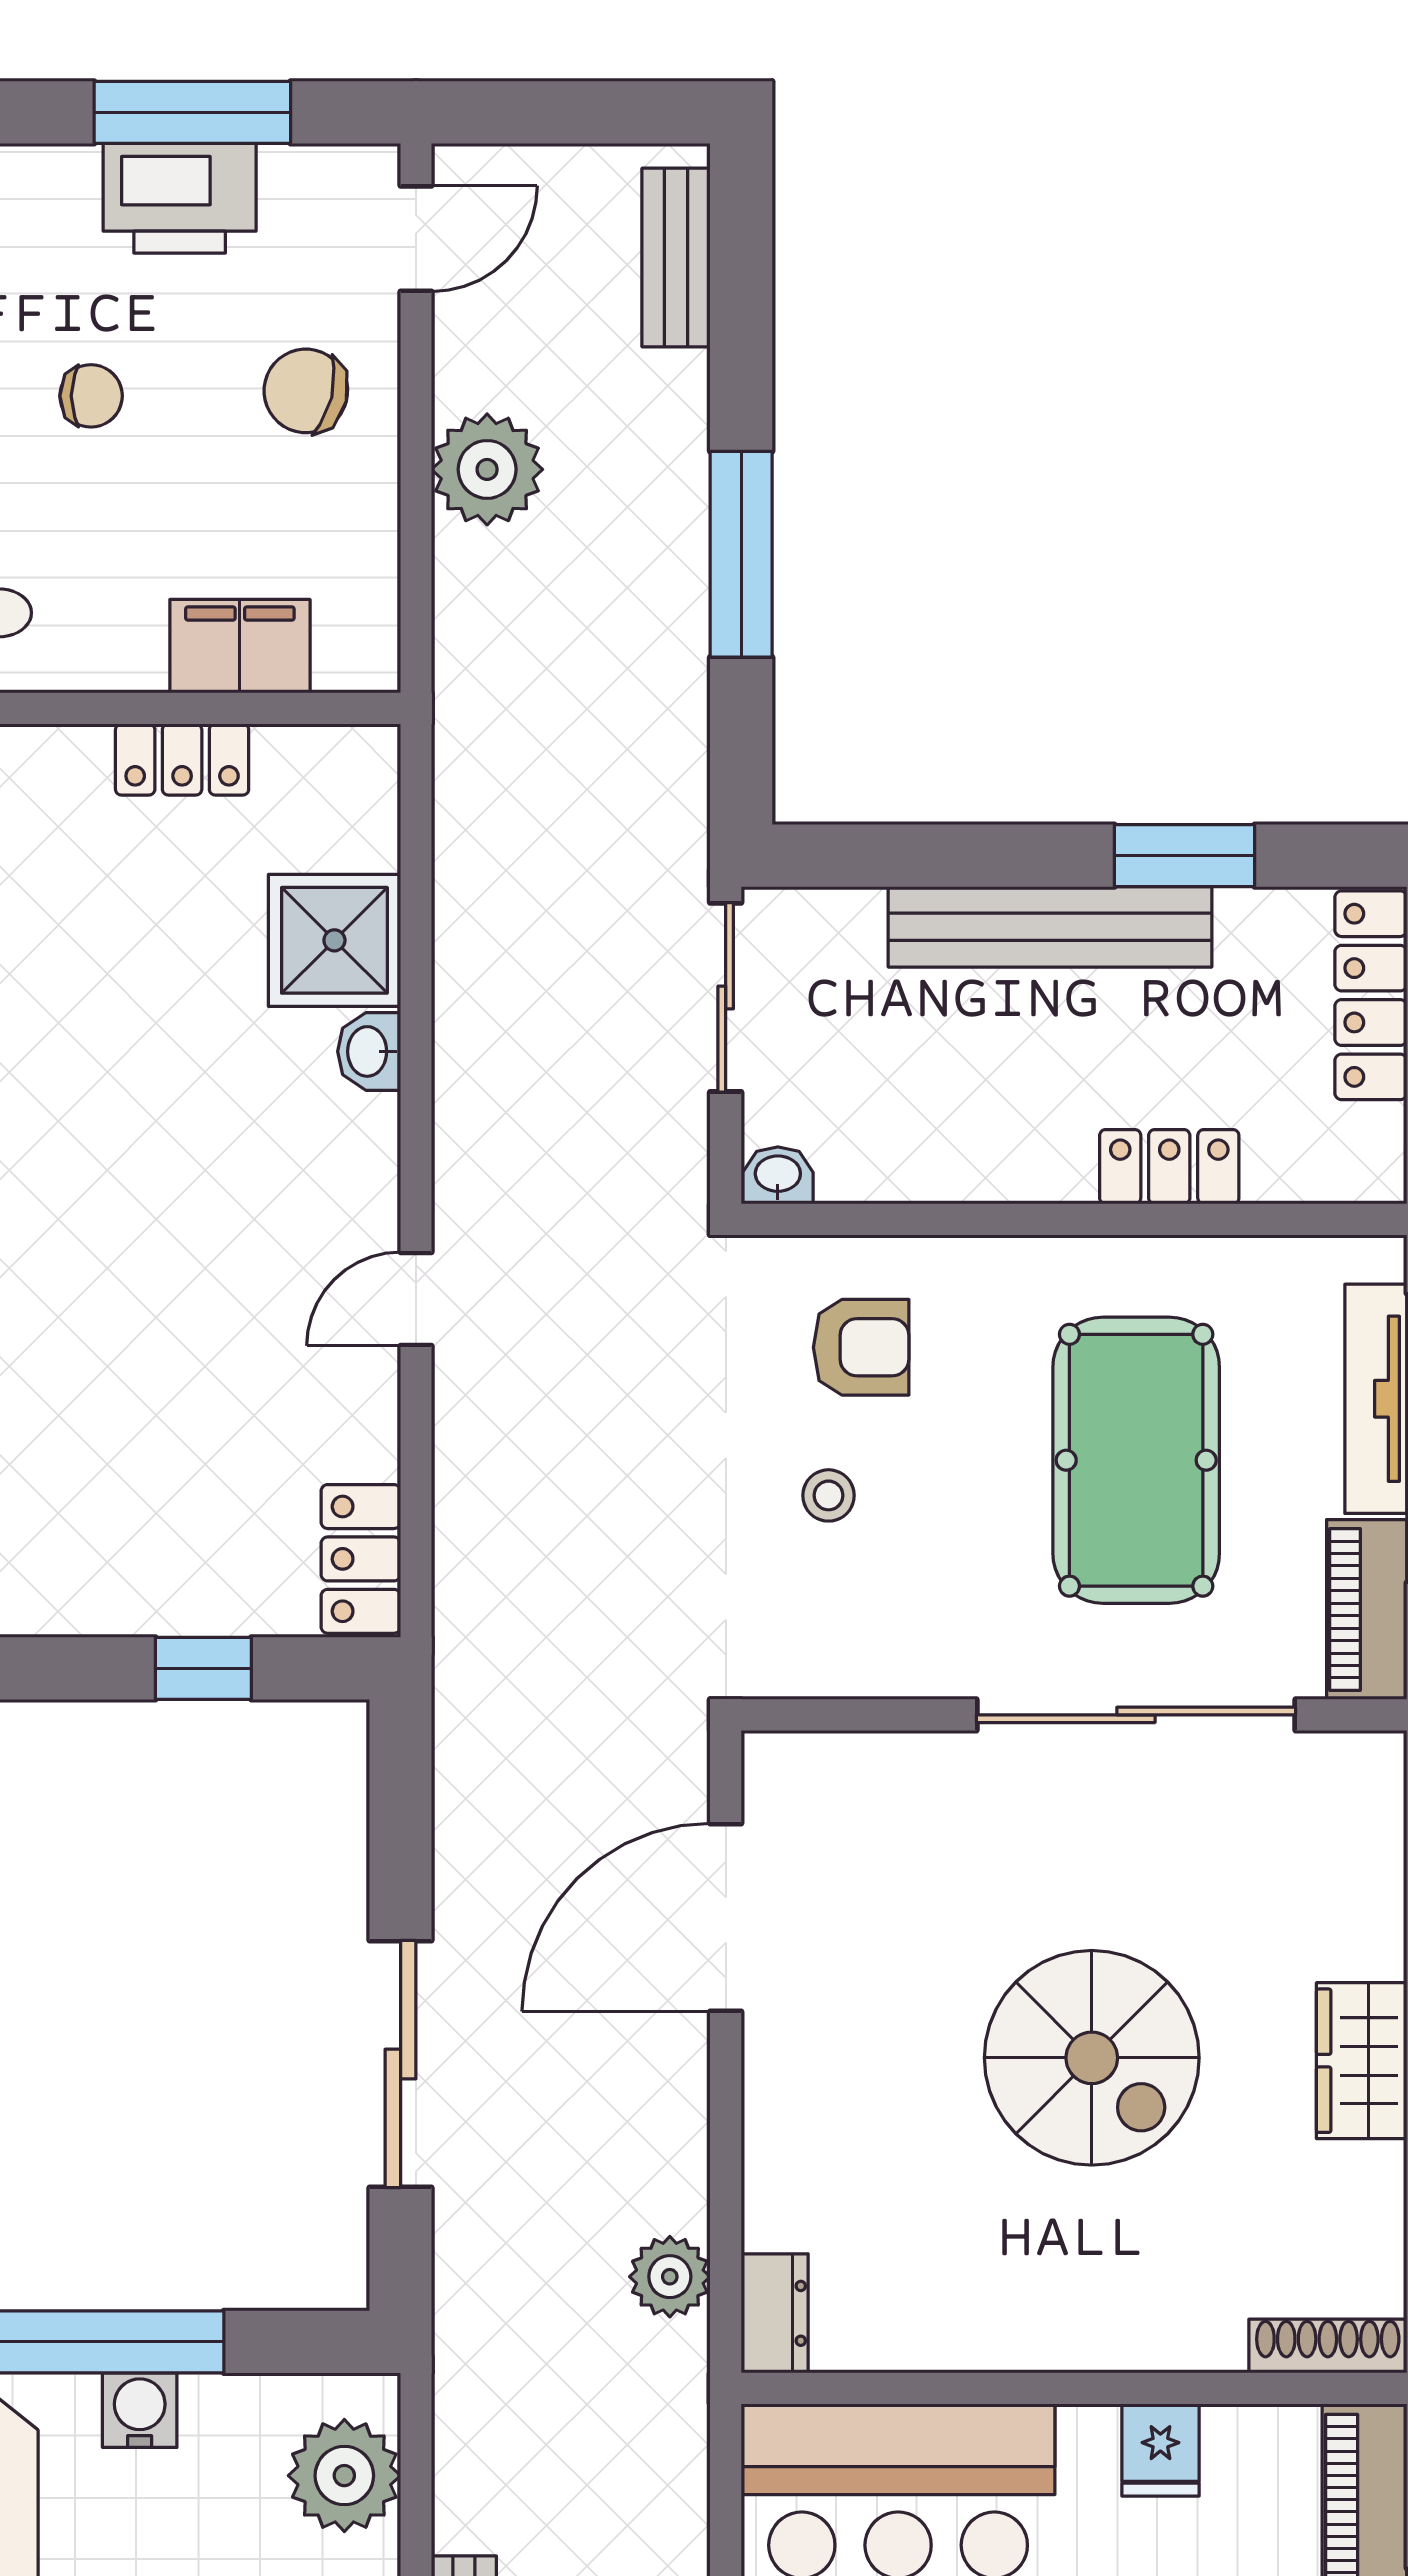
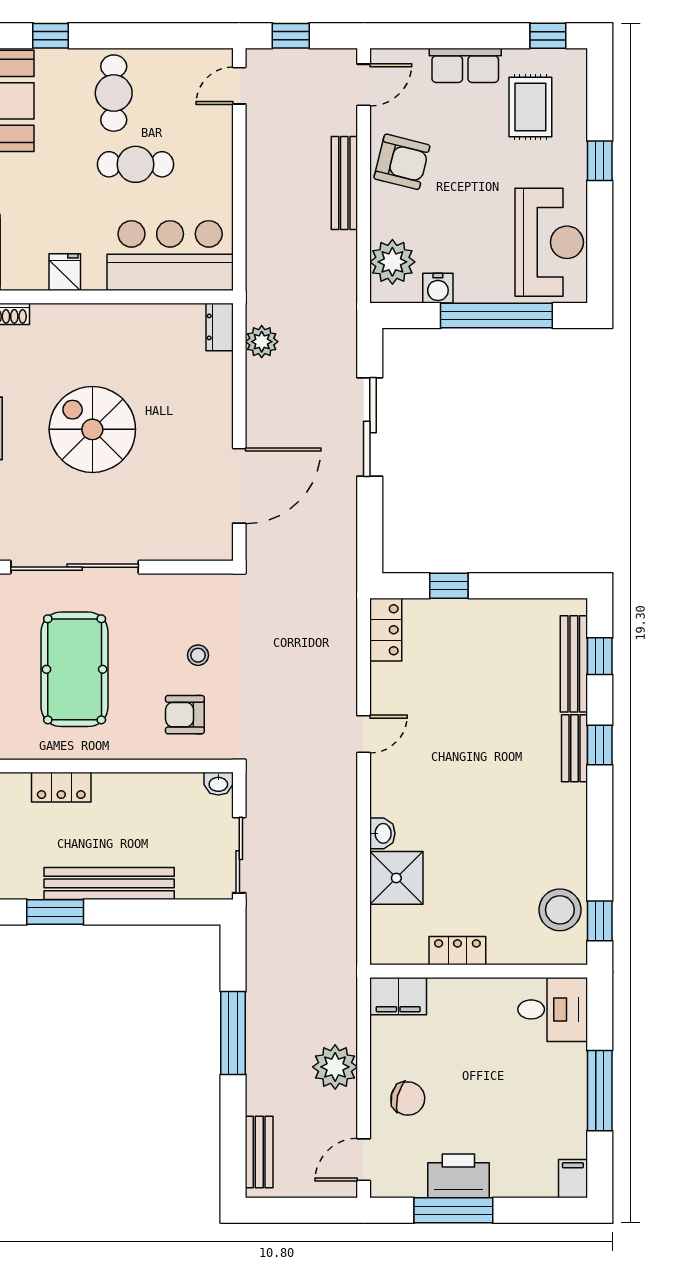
chair: (91, 396) -> (494, 1097), removed
filing cabinet: (240, 646) -> (398, 996), moved
water cooler: (140, 2410) -> (438, 288), moved

